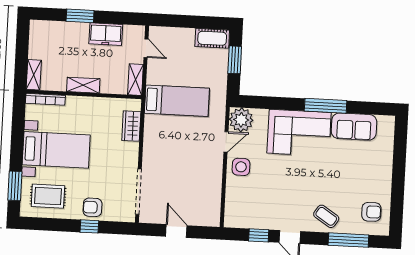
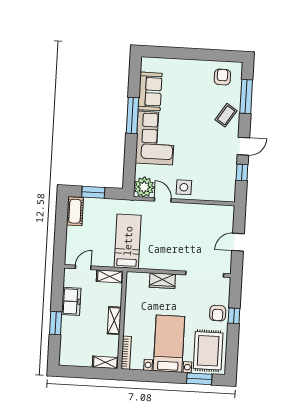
wardrobe: (131, 126) -> (162, 281), moved
rug: (48, 196) -> (208, 351), width x1.36, depth x1.43

